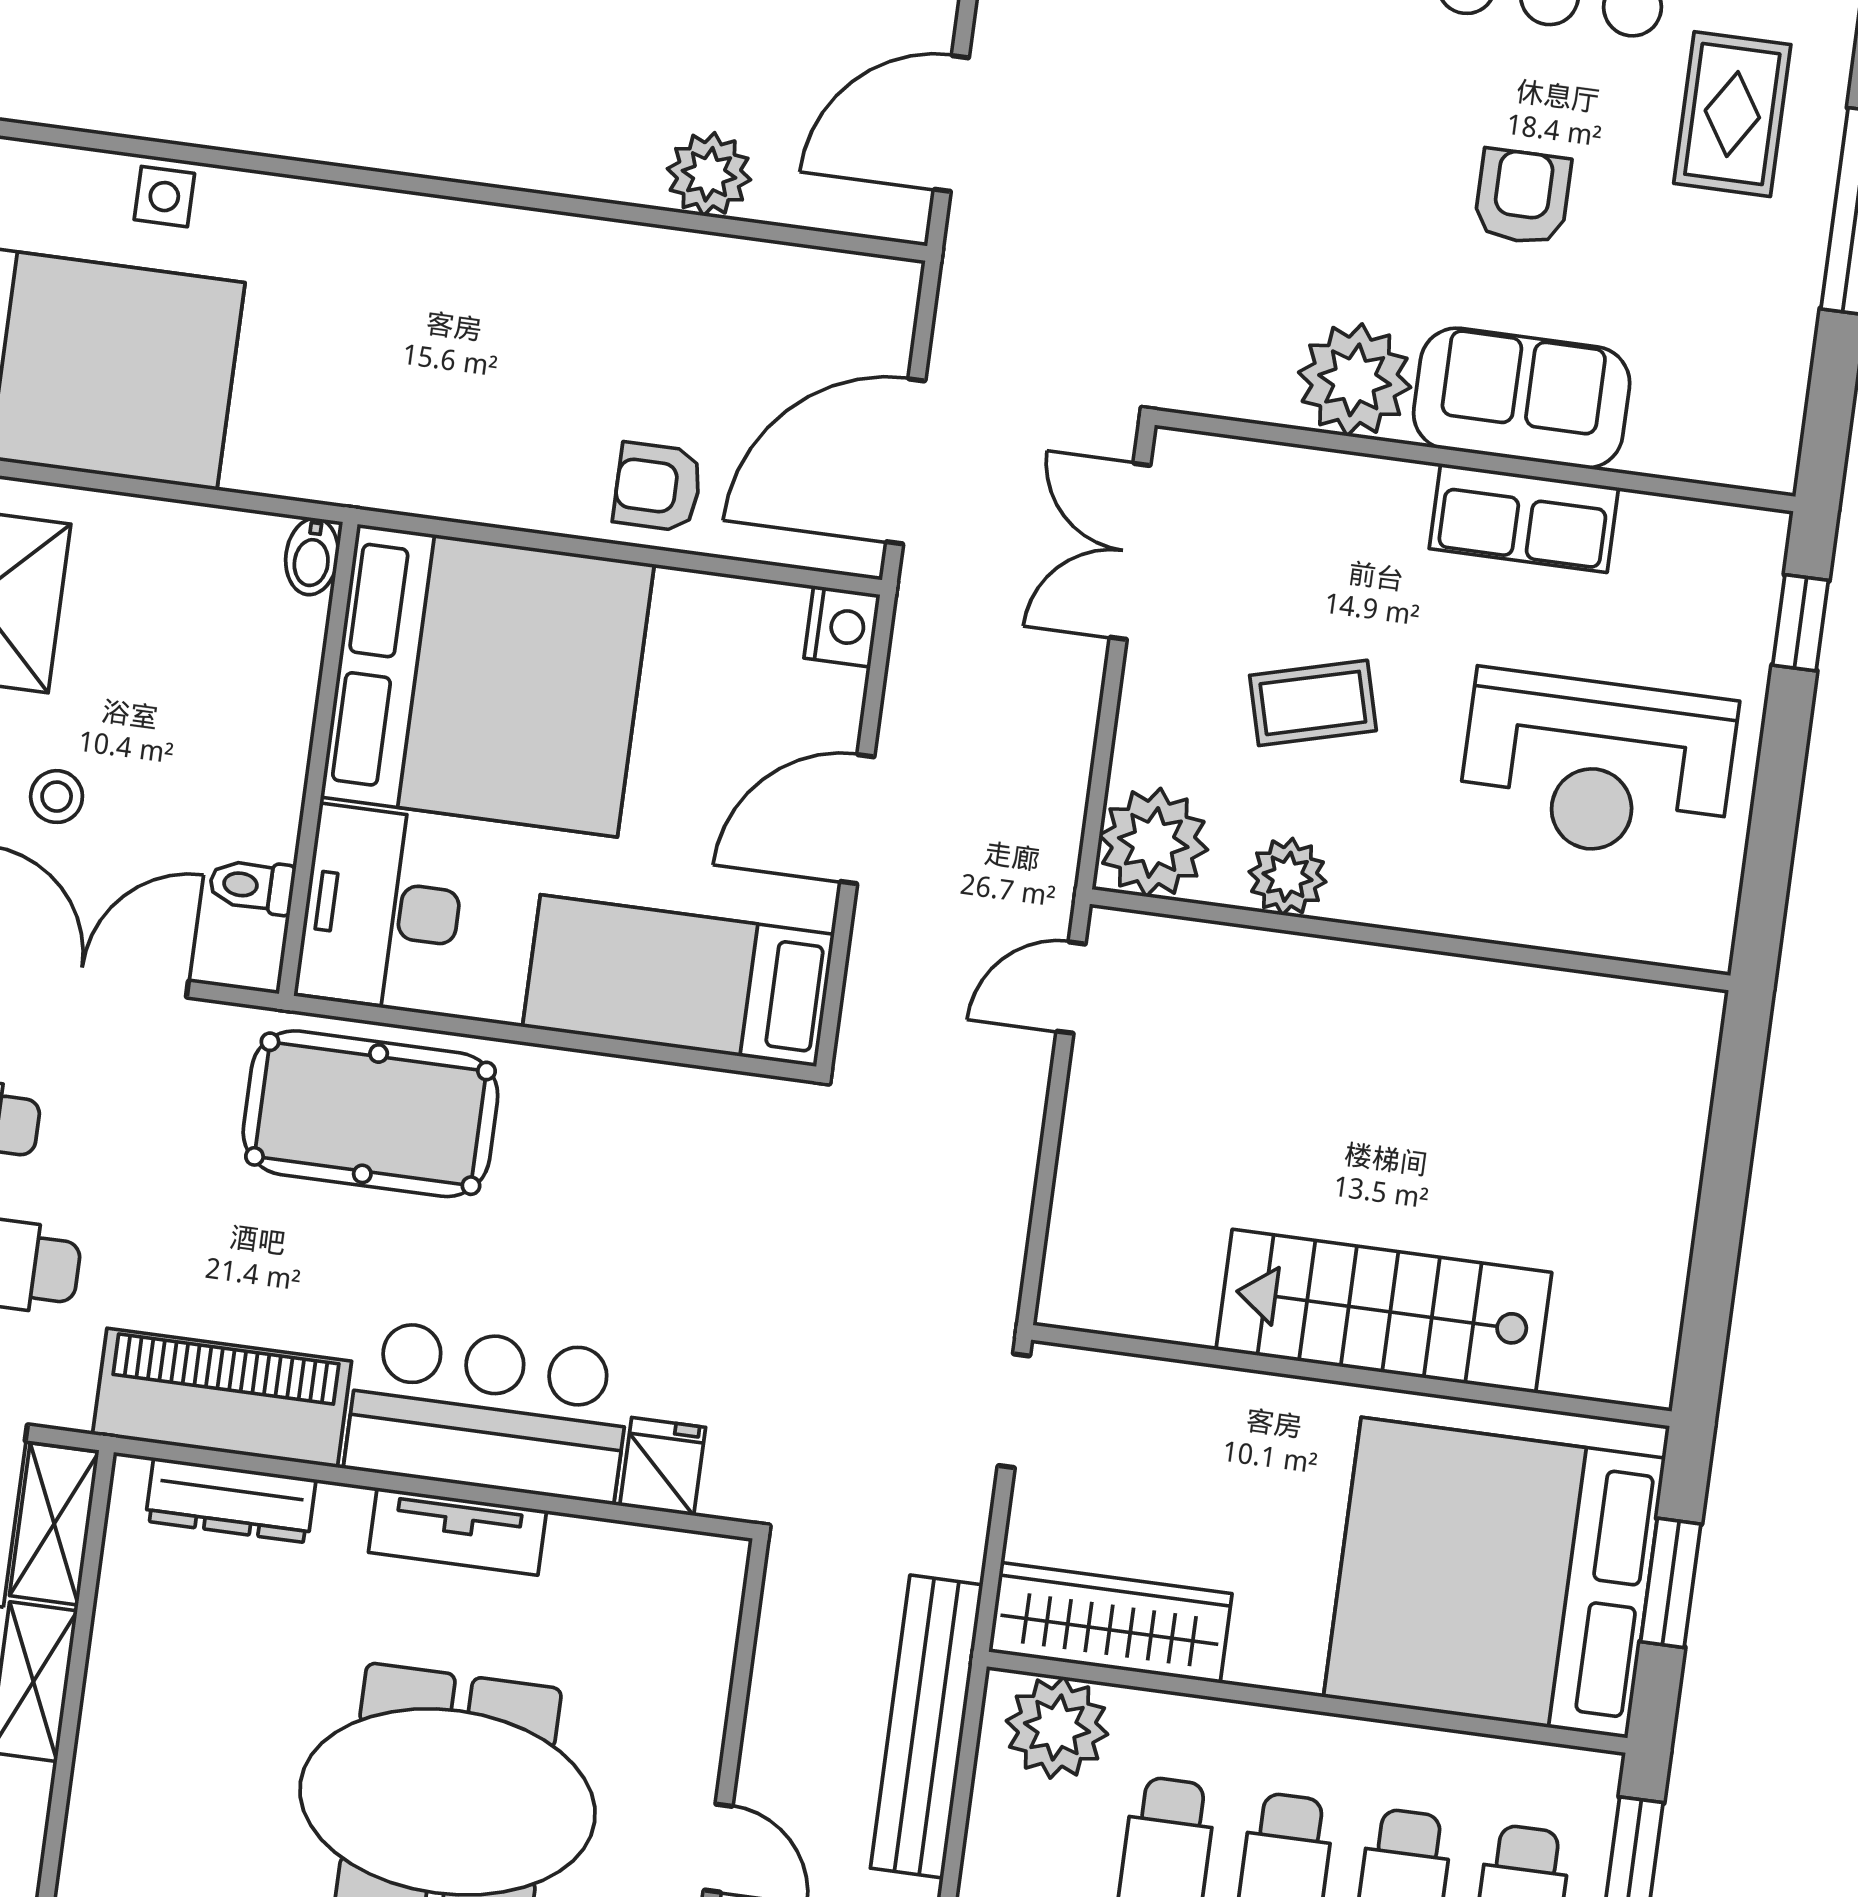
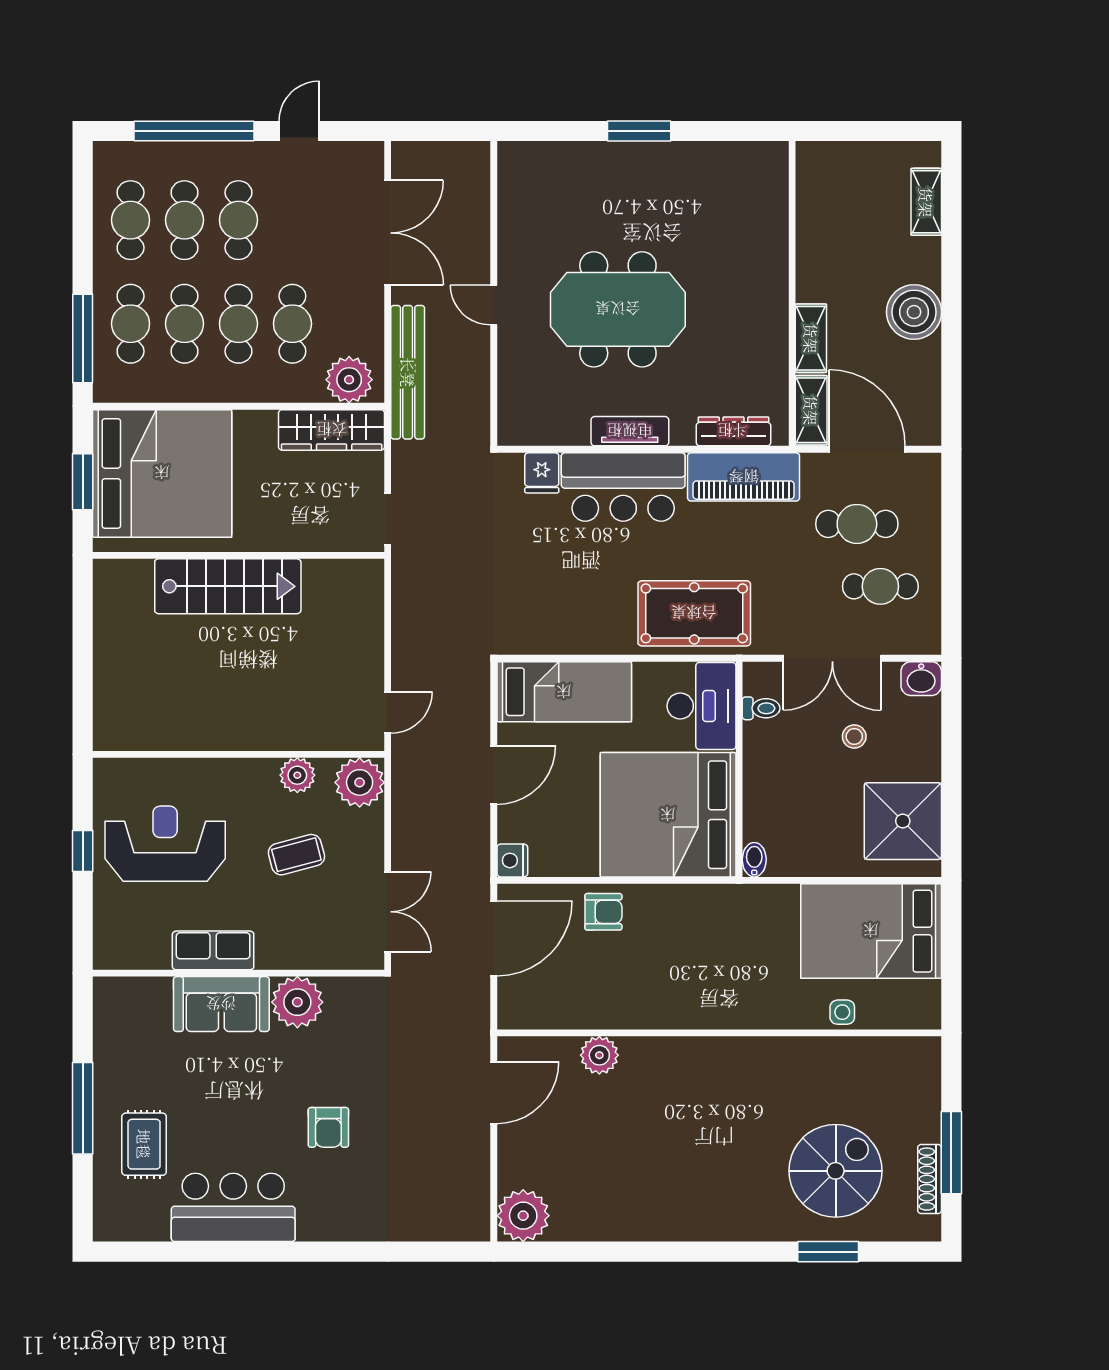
armchair: (1522, 197) -> (328, 1127), moved
window: (1801, 623) -> (83, 851), moved

